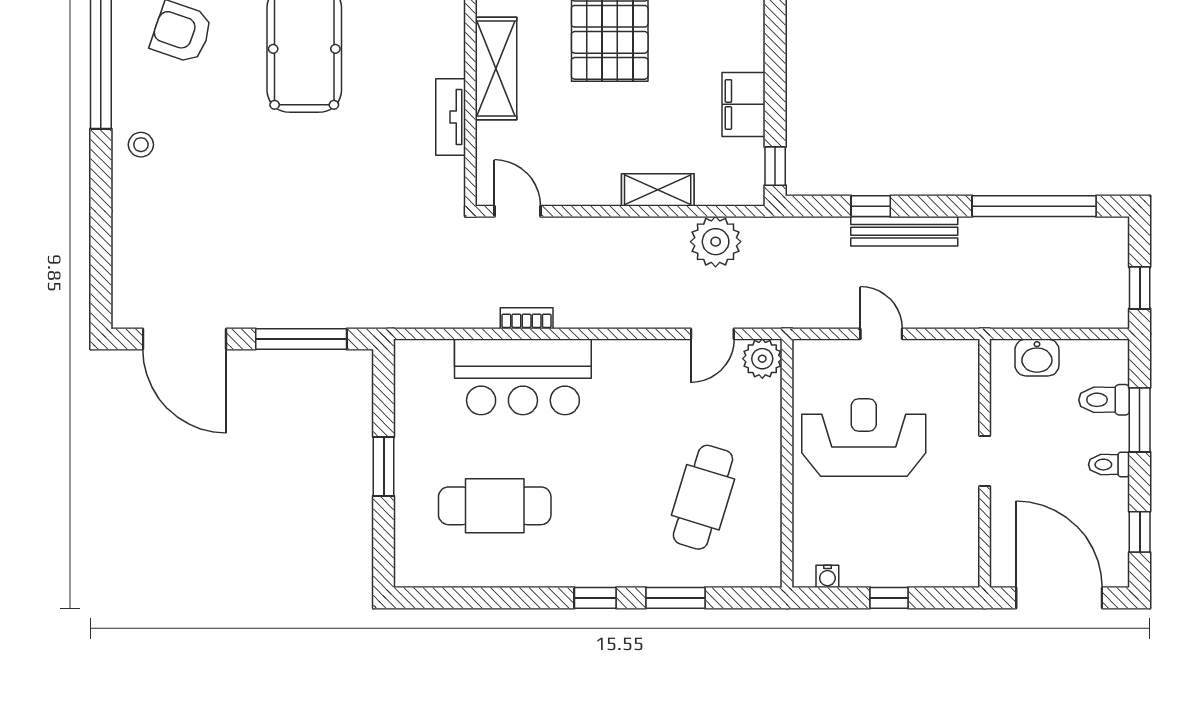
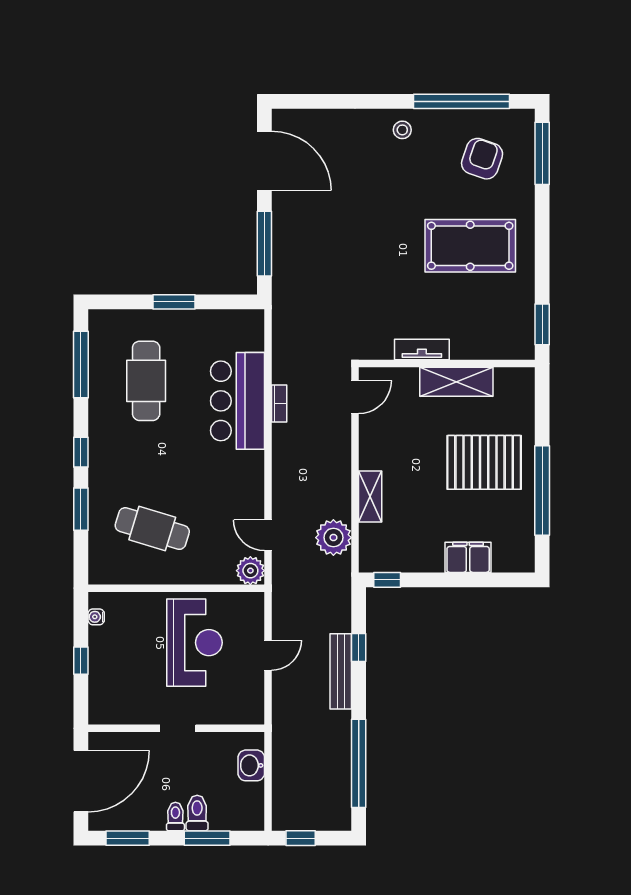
filing cabinet: (743, 104) -> (468, 557), moved
door: (185, 339) -> (264, 161), swing flipped
toilet: (1104, 400) -> (197, 813), moved
window: (1140, 532) -> (128, 838), width x1.50
window: (472, 598) -> (81, 365), added

